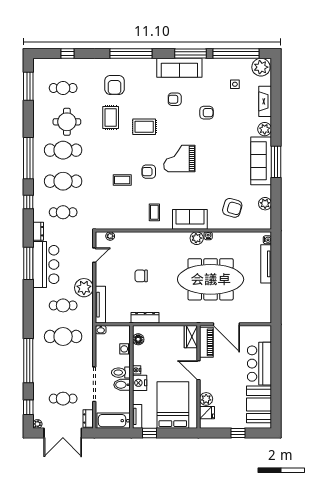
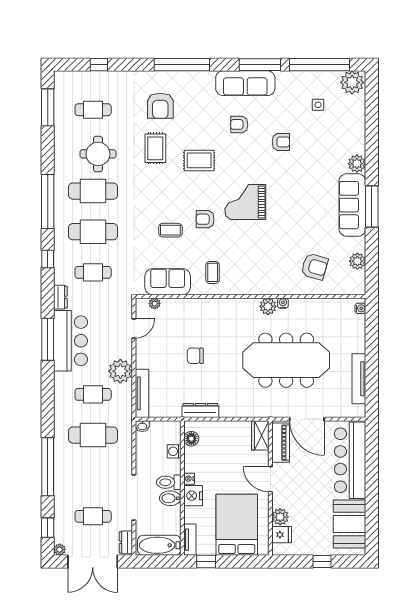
fireplace: (265, 101) -> (358, 127), removed
sofa: (190, 219) -> (168, 282), moved
tv unit: (266, 264) -> (359, 379), moved
bar counter: (259, 364) -> (350, 460), width x1.36

